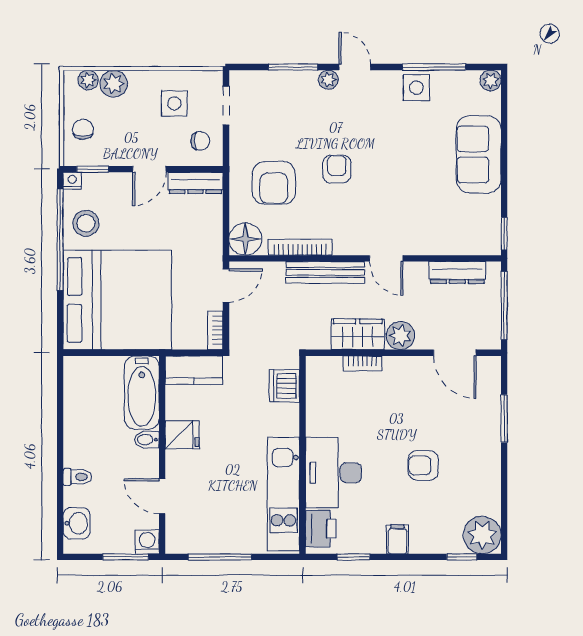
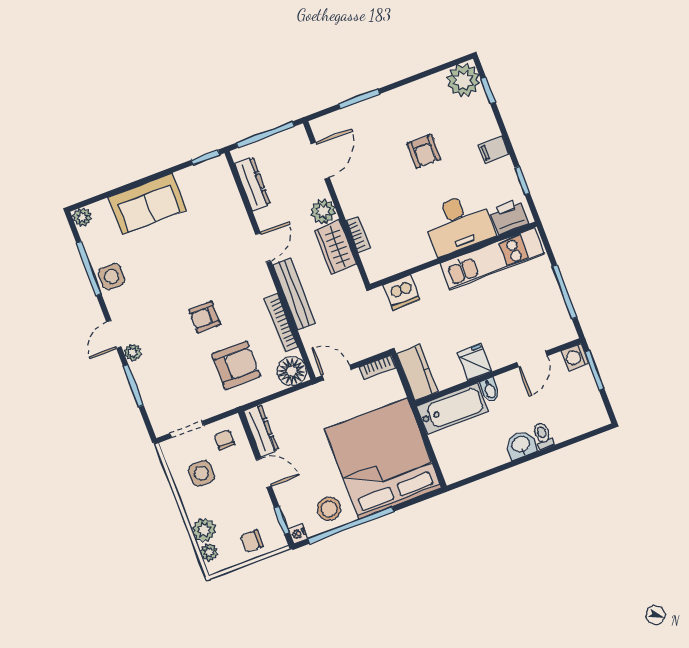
washbasin: (77, 523) -> (521, 445), moved

